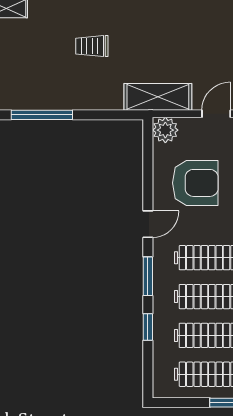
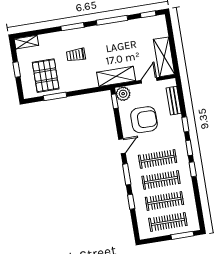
pallet: (31, 74) -> (46, 76), added
window: (42, 115) -> (55, 96), width x0.69
window: (148, 141) -> (115, 101), added

